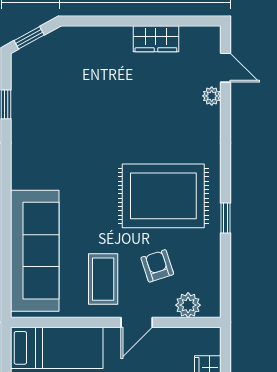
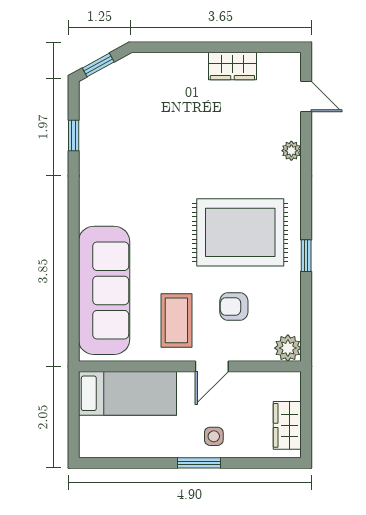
plant: (212, 96) -> (291, 151), moved
armchair: (157, 266) -> (234, 307), turned -72
plant: (188, 305) -> (288, 348), moved

